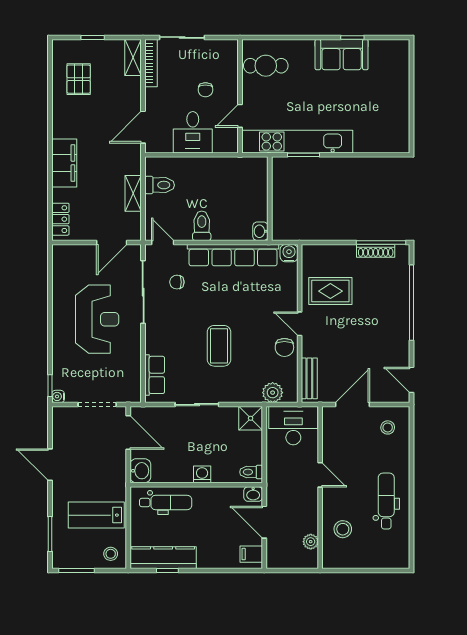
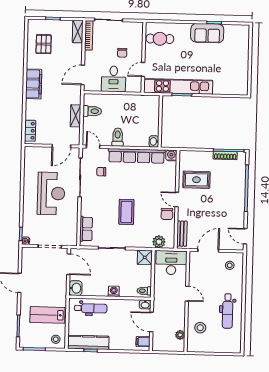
filing cabinet: (64, 163) -> (34, 84), moved
dental chair: (386, 501) -> (228, 311), turned 180

